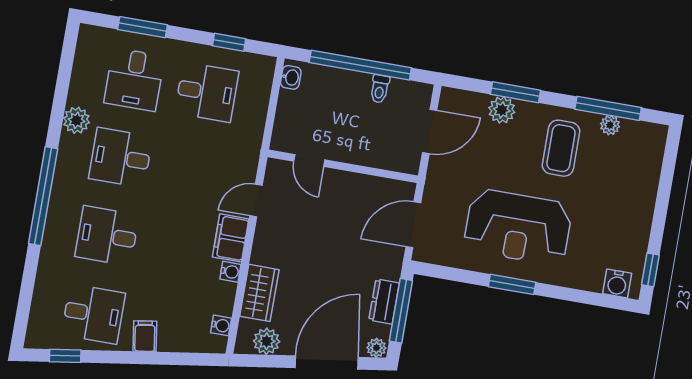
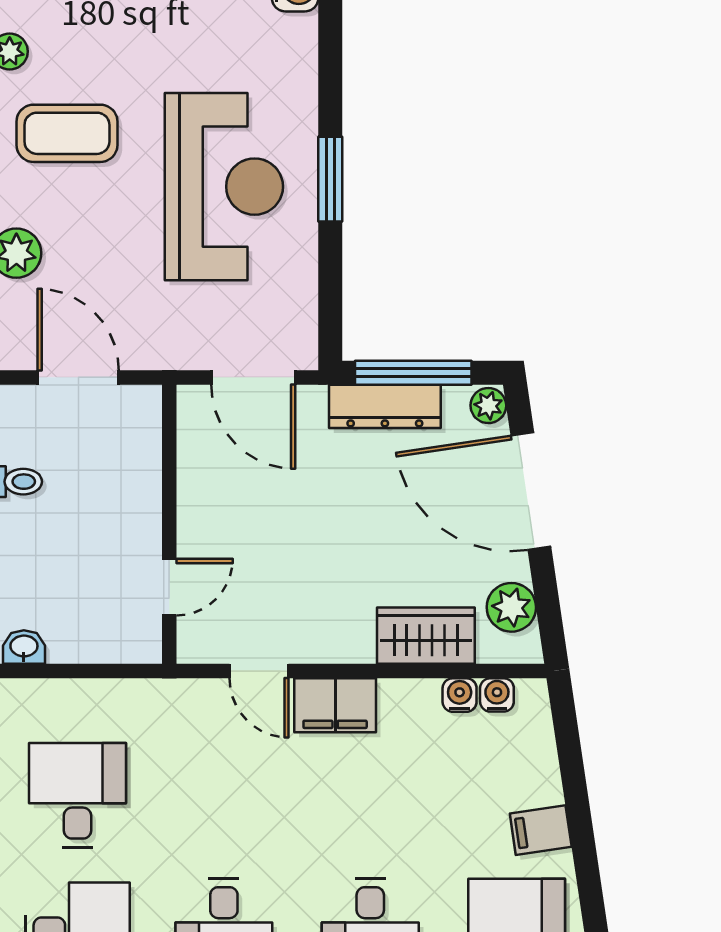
water cooler: (230, 272) -> (460, 695), moved
dresser: (384, 302) -> (385, 406), width x1.44

